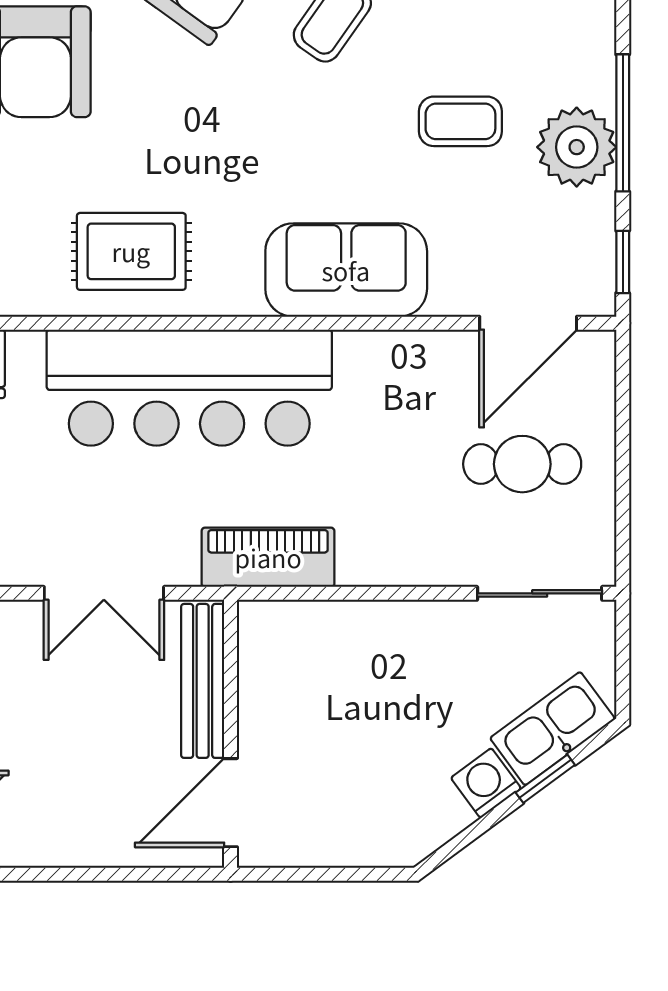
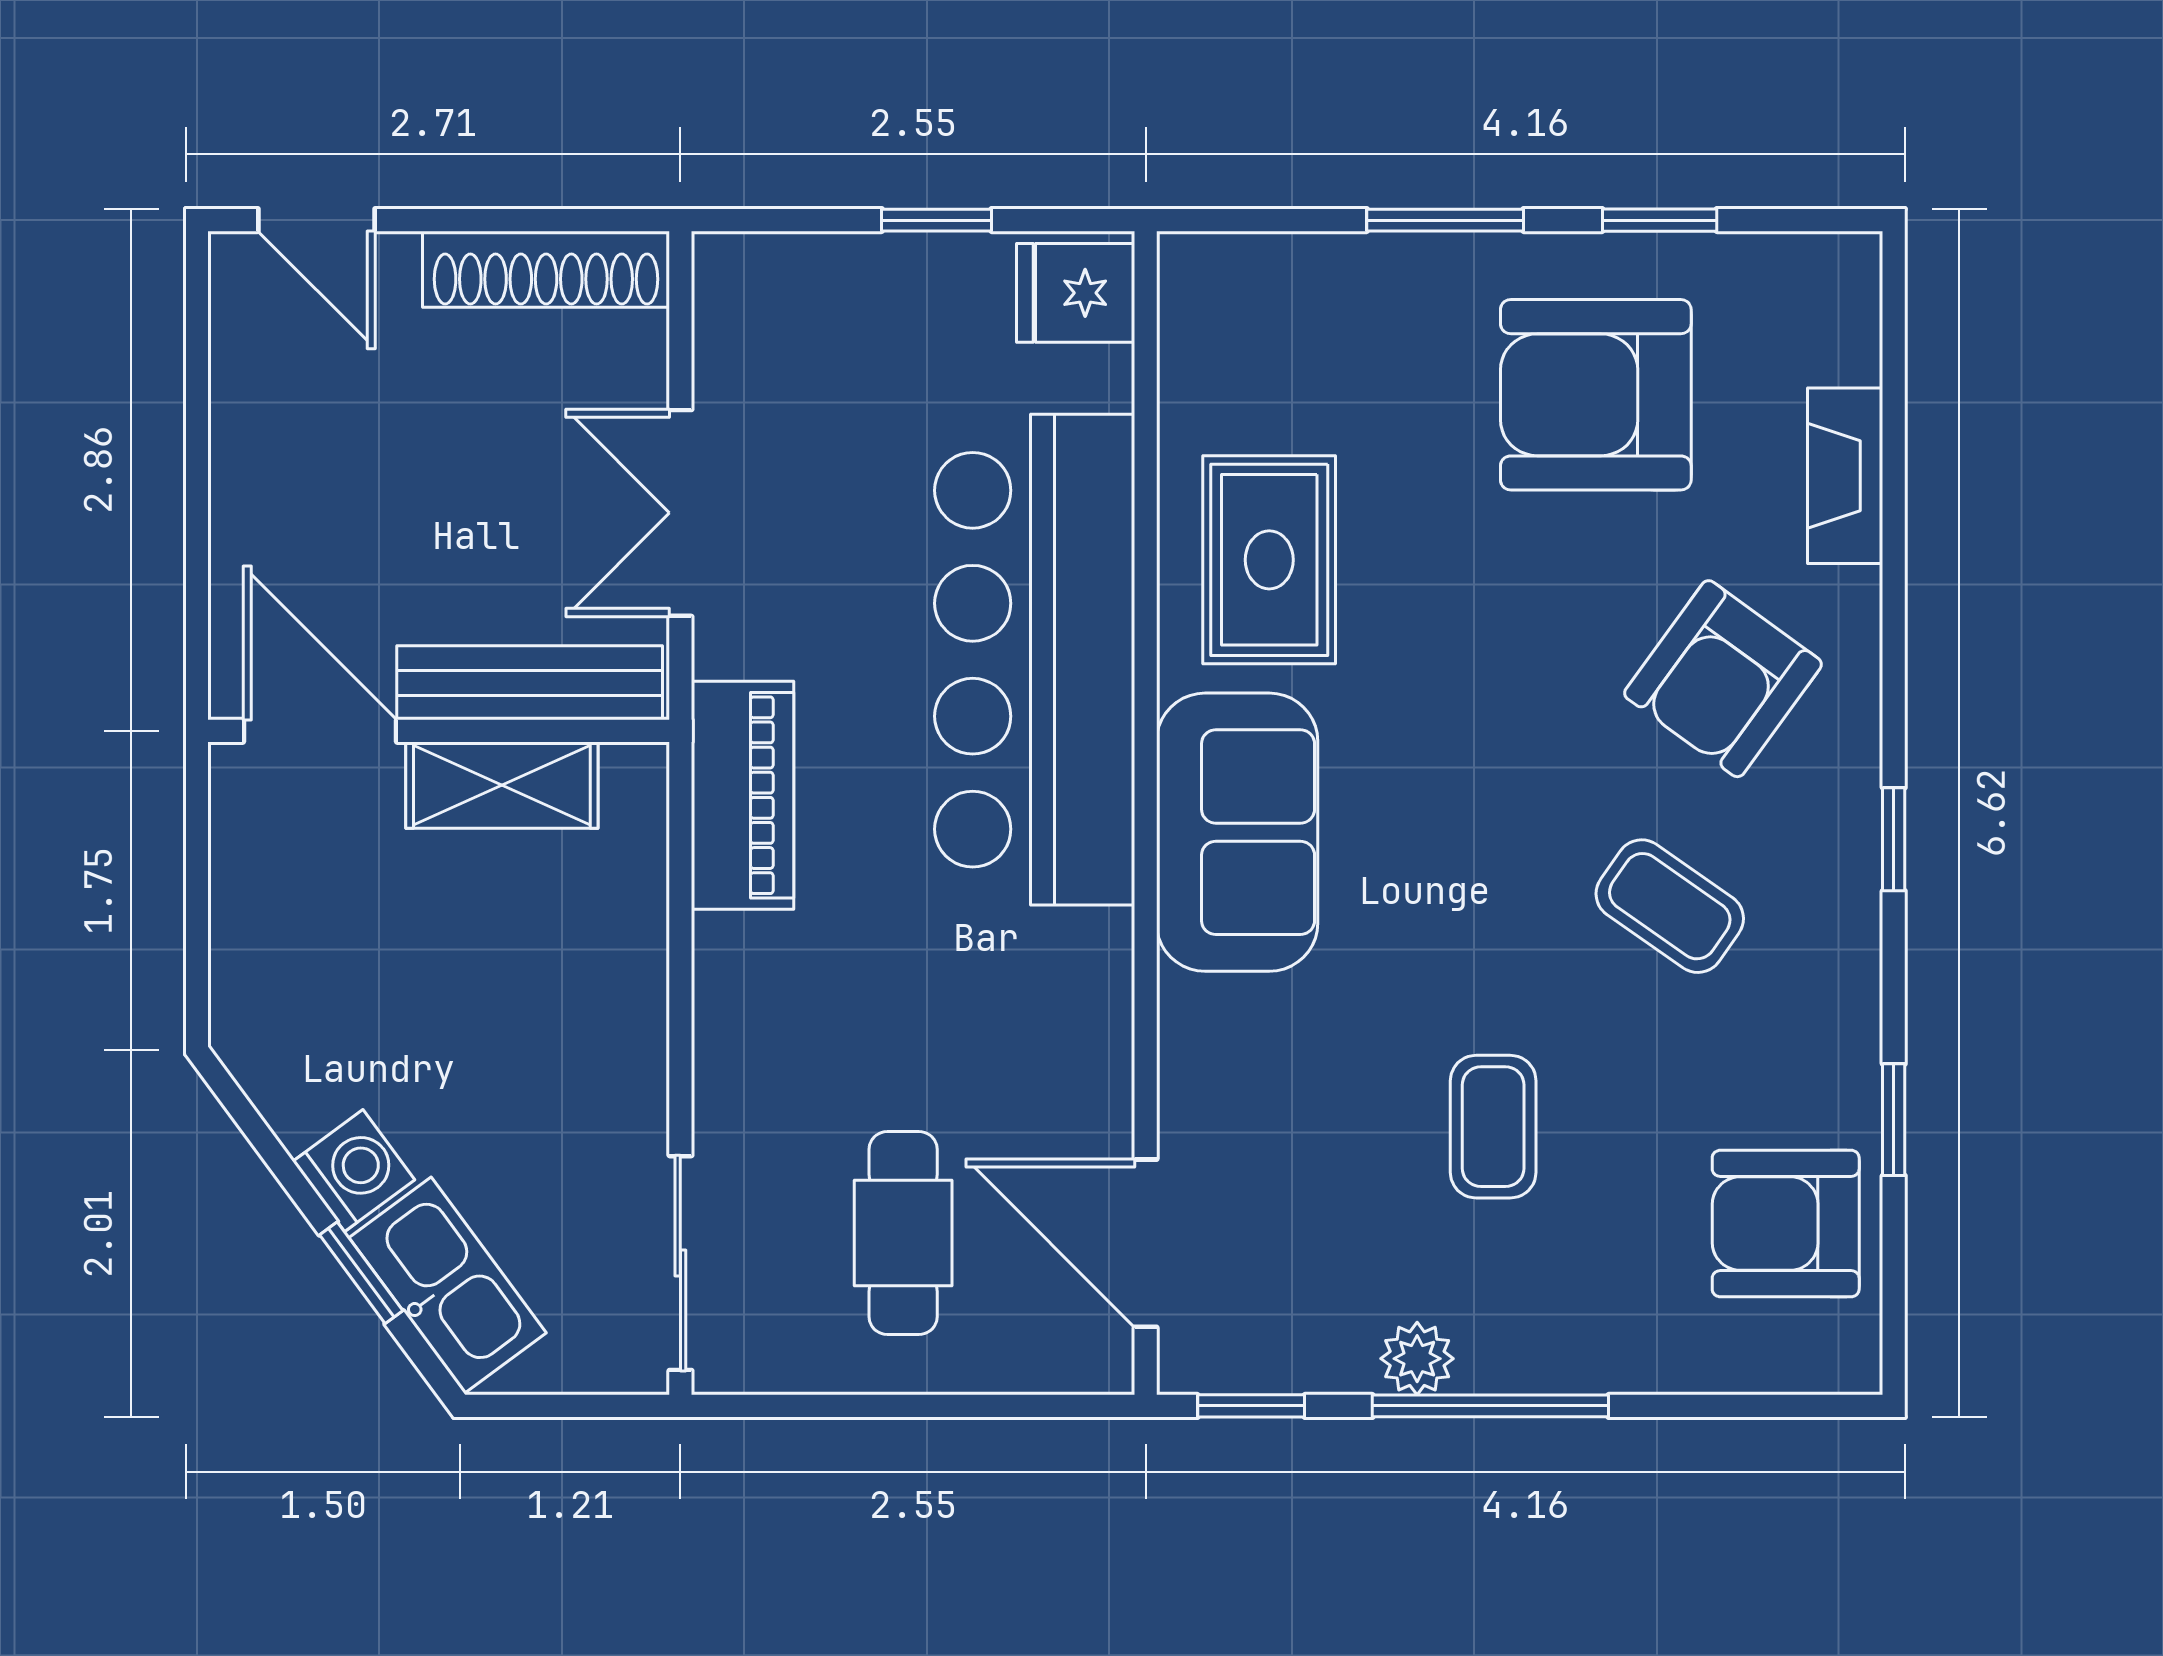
plant: (577, 147) -> (1417, 1359), width x0.53, depth x0.53
sofa: (346, 270) -> (1237, 832), moved
shelving: (262, 697) -> (502, 785), added

